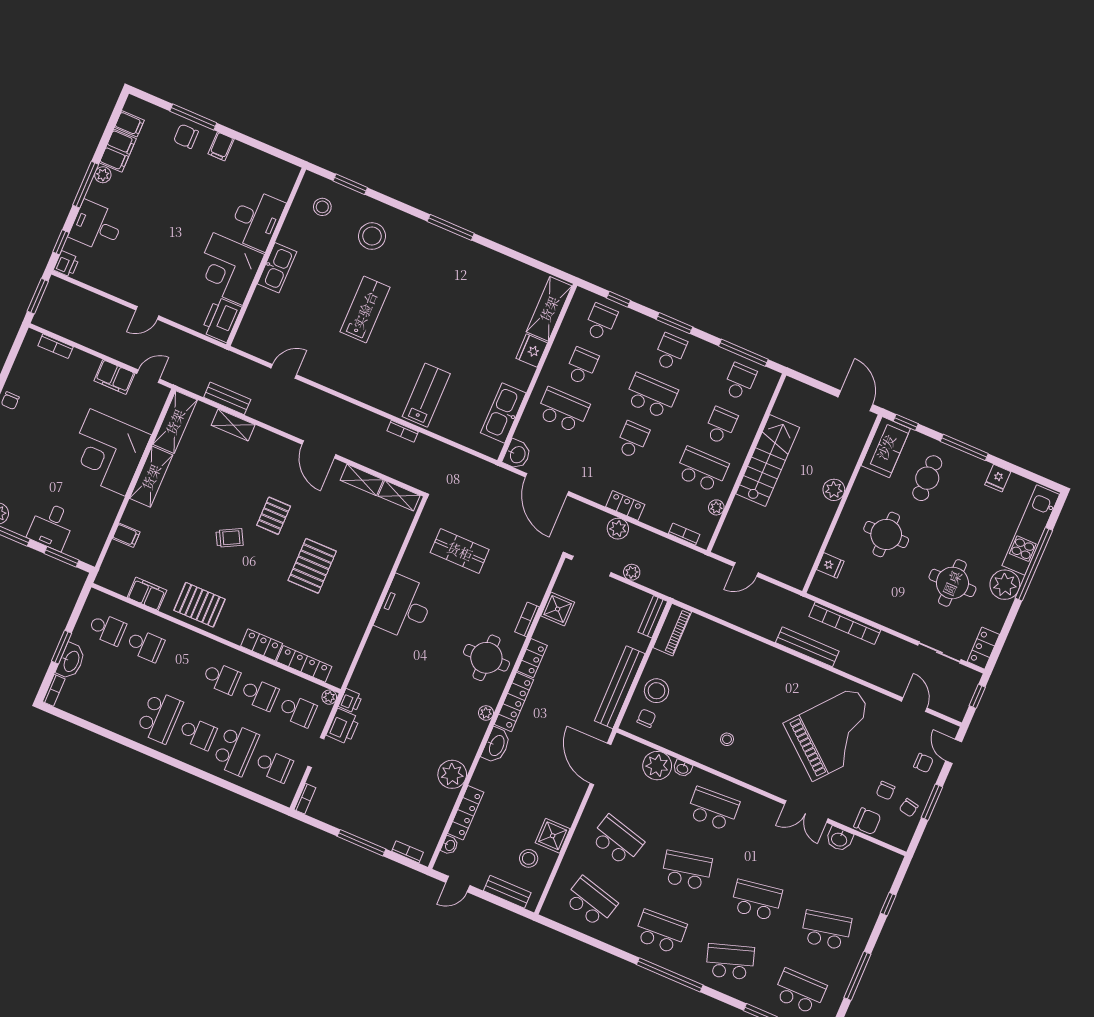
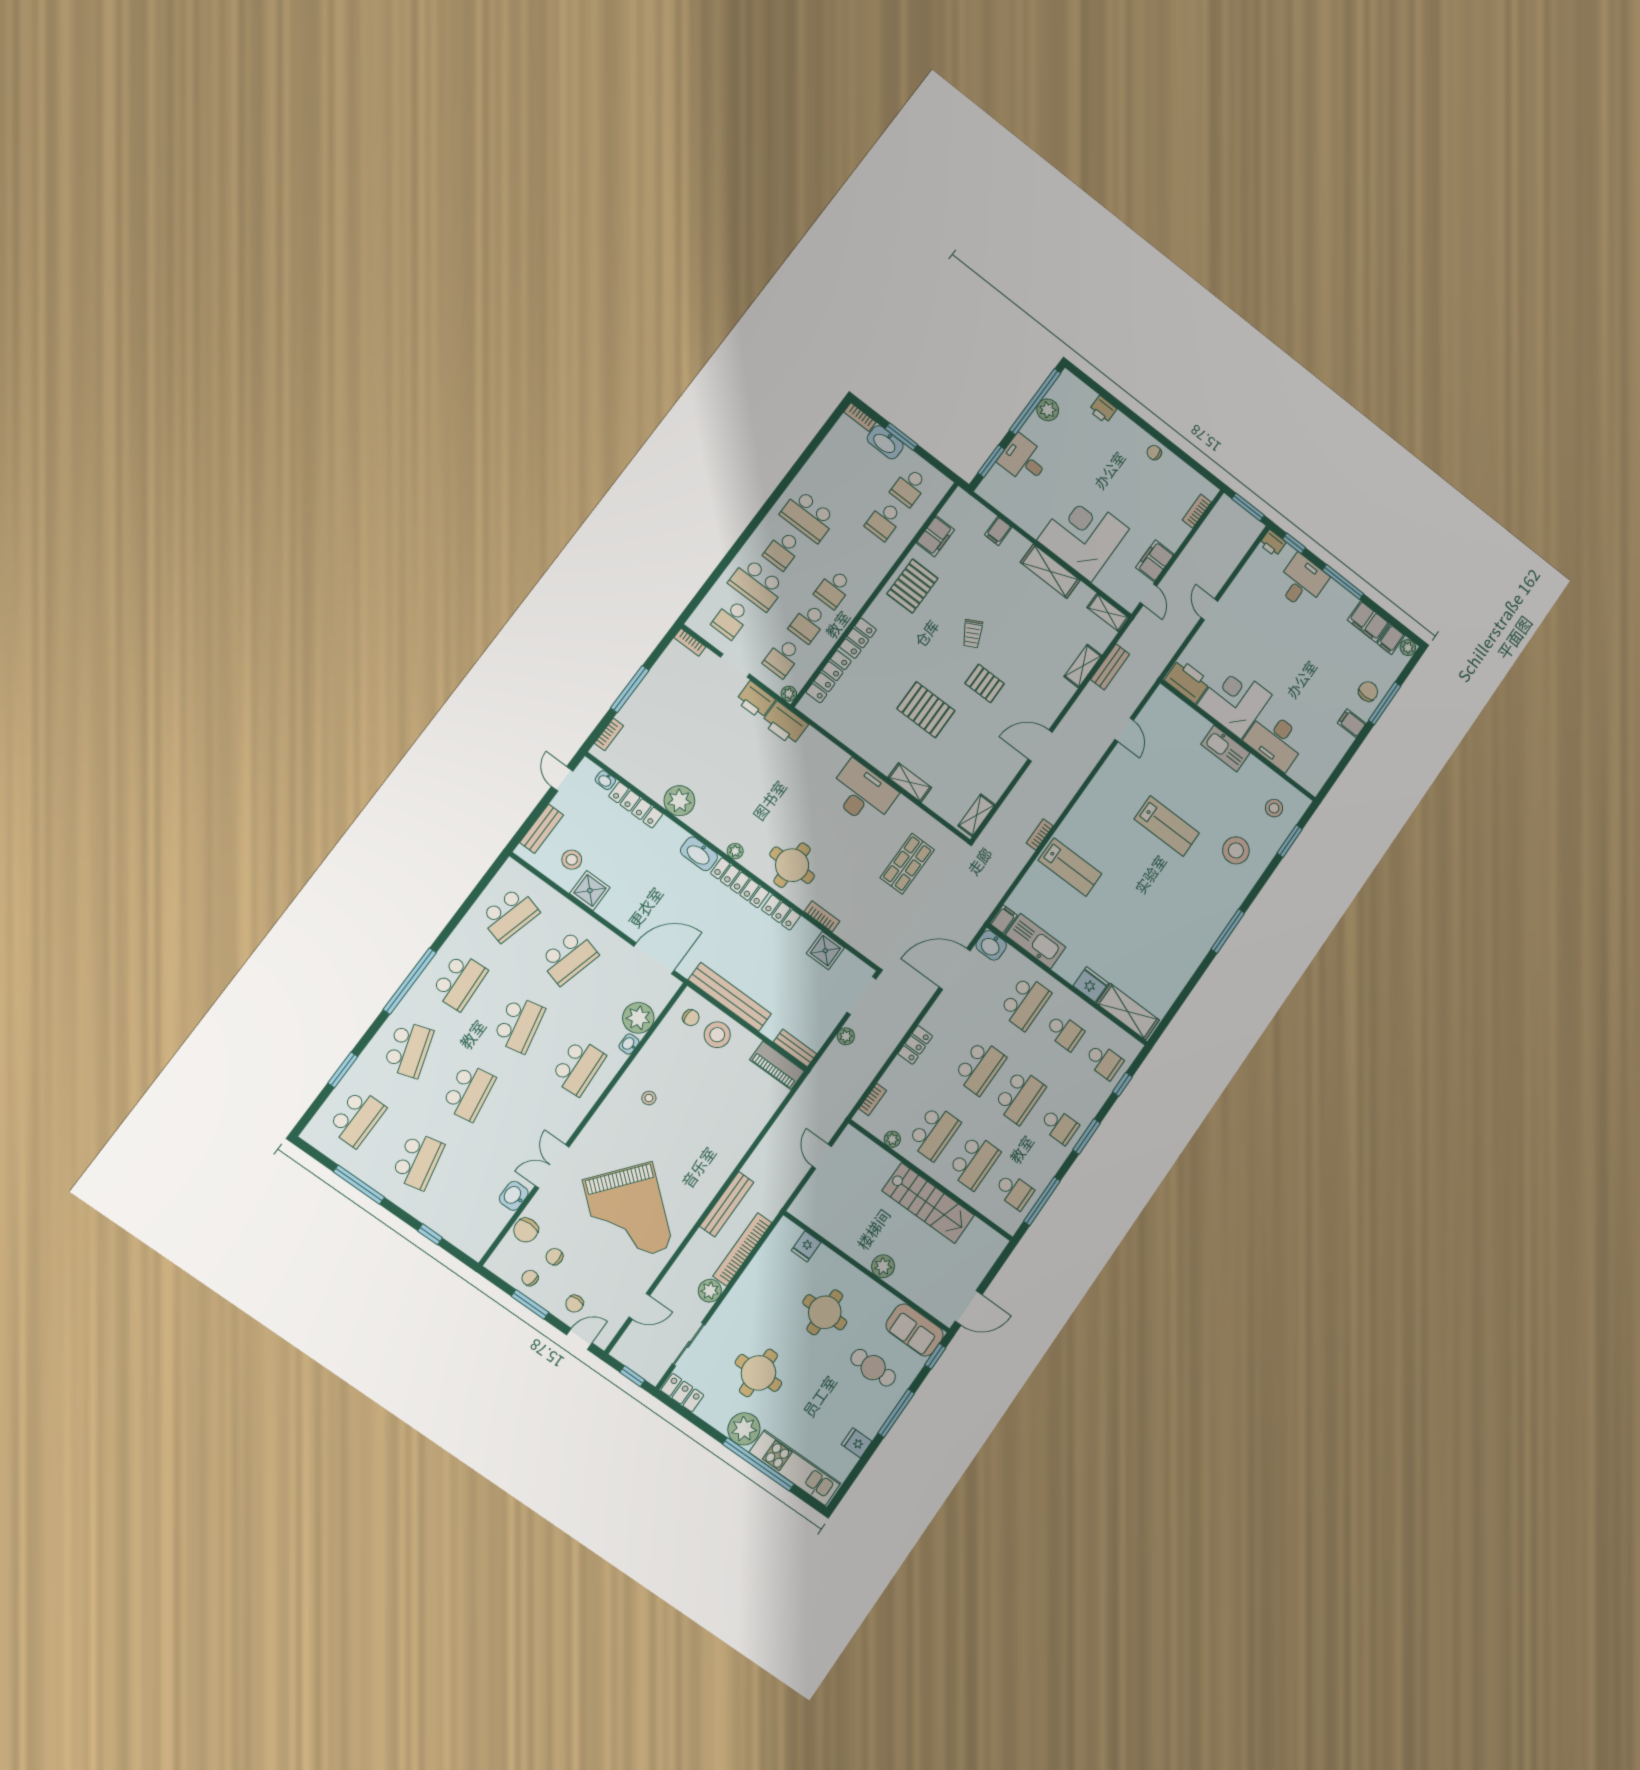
plant: (103, 175) -> (1408, 648), moved
shelving: (175, 422) -> (1108, 613), width x0.67, depth x0.75
school desk: (721, 426) -> (974, 1162), width x1.85
school desk: (632, 440) -> (980, 1067), width x1.85
filing cabinet: (490, 448) -> (1004, 919), added
shelving: (362, 480) -> (910, 782), moved, turned 90
plant: (618, 529) -> (710, 1291), moved
printer: (350, 701) -> (785, 723), width x1.87, depth x1.48

